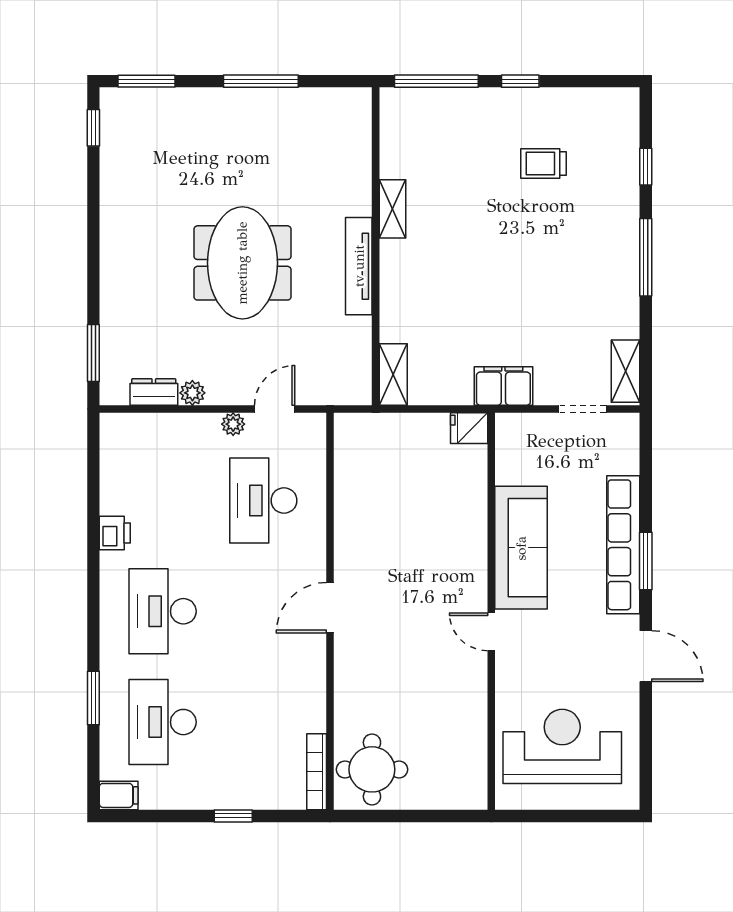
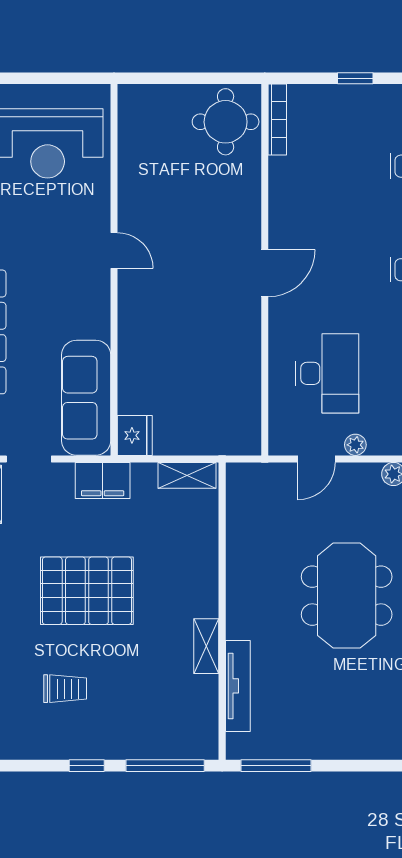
window: (261, 81) -> (276, 766), moved
tv unit: (359, 266) -> (238, 686), moved
pallet: (520, 268) -> (87, 591), added
shelving: (393, 375) -> (187, 475), moved, turned 90
fridge: (469, 428) -> (135, 435), width x1.38
sofa: (521, 548) -> (86, 398), moved

